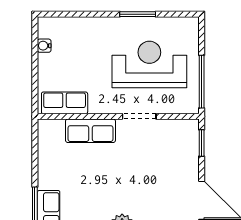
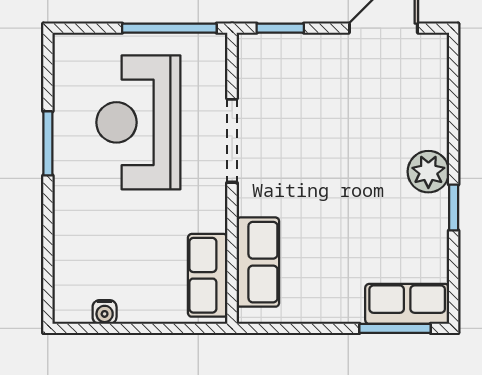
doorway: (139, 116) -> (232, 141), width x1.38
row of seats: (90, 131) -> (258, 262), moved

